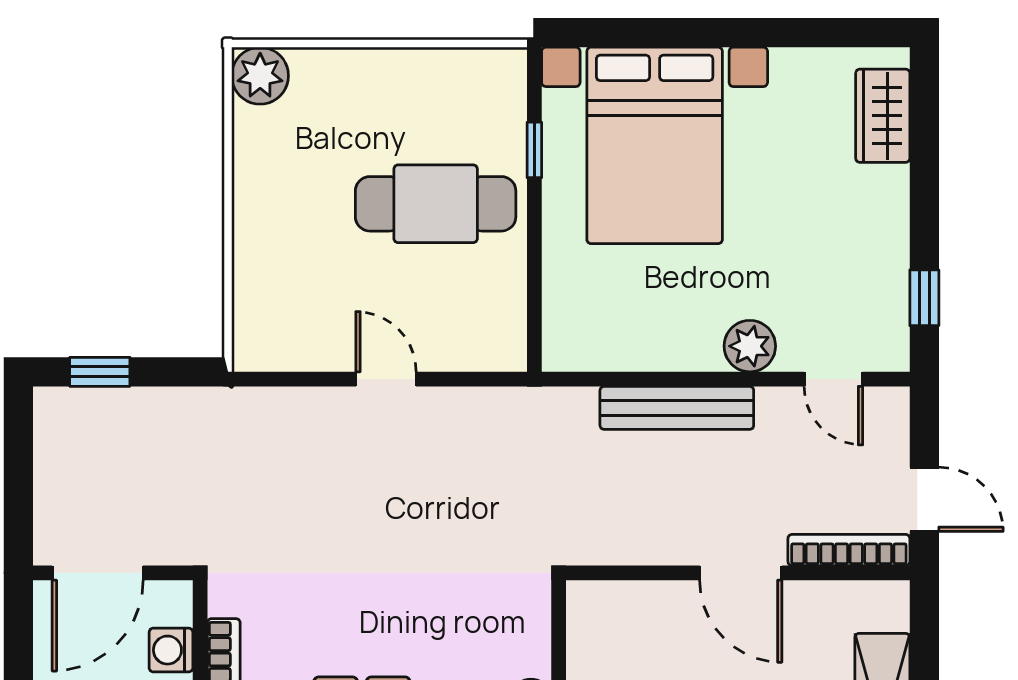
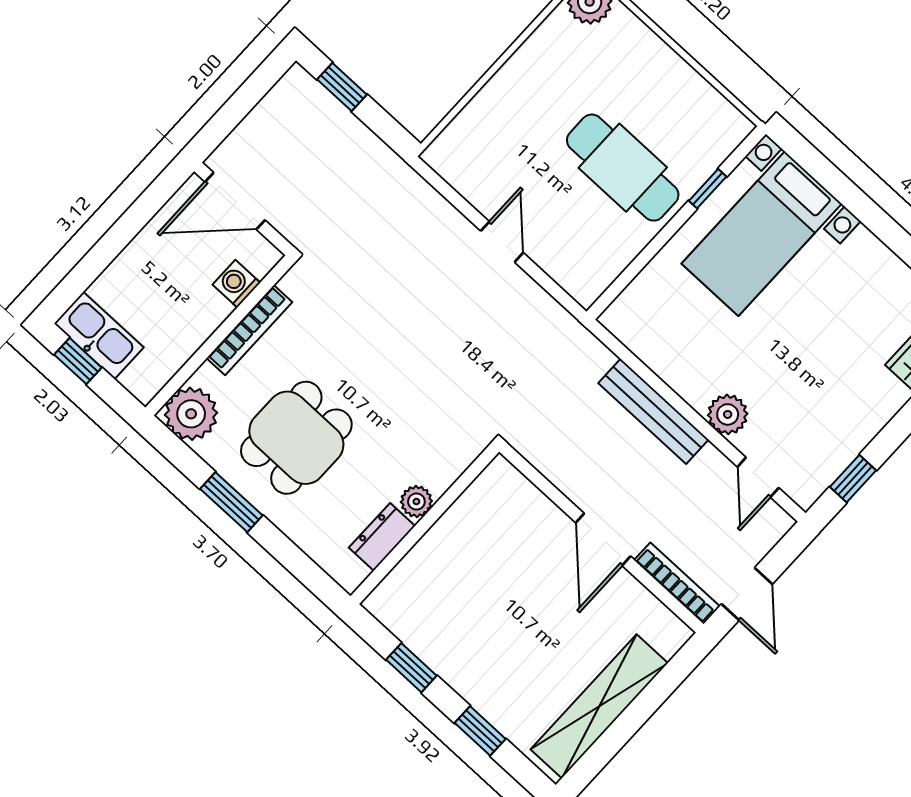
bed with nightstands: (655, 145) -> (762, 234), width x0.73

